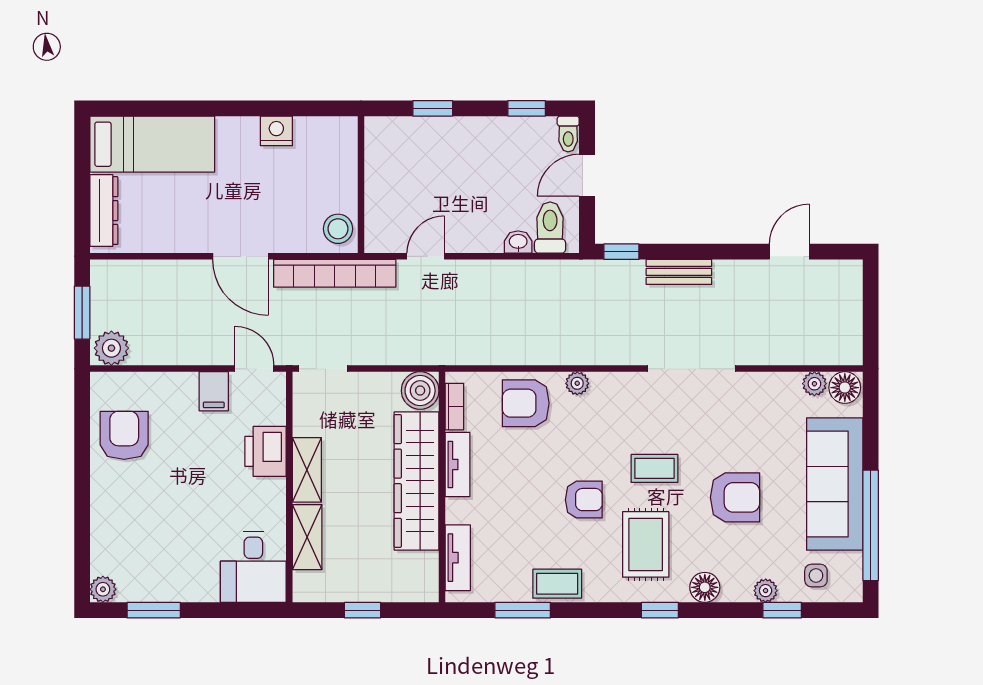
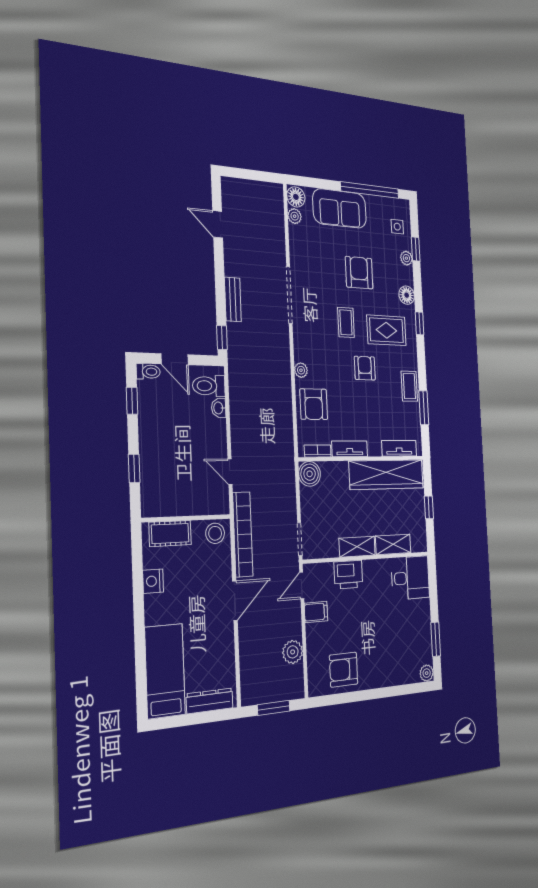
cot: (341, 159) -> (170, 533), added
plant: (111, 348) -> (293, 652), moved
wardrobe: (417, 481) -> (386, 475), moved
sofa: (835, 484) -> (340, 208), width x0.73

